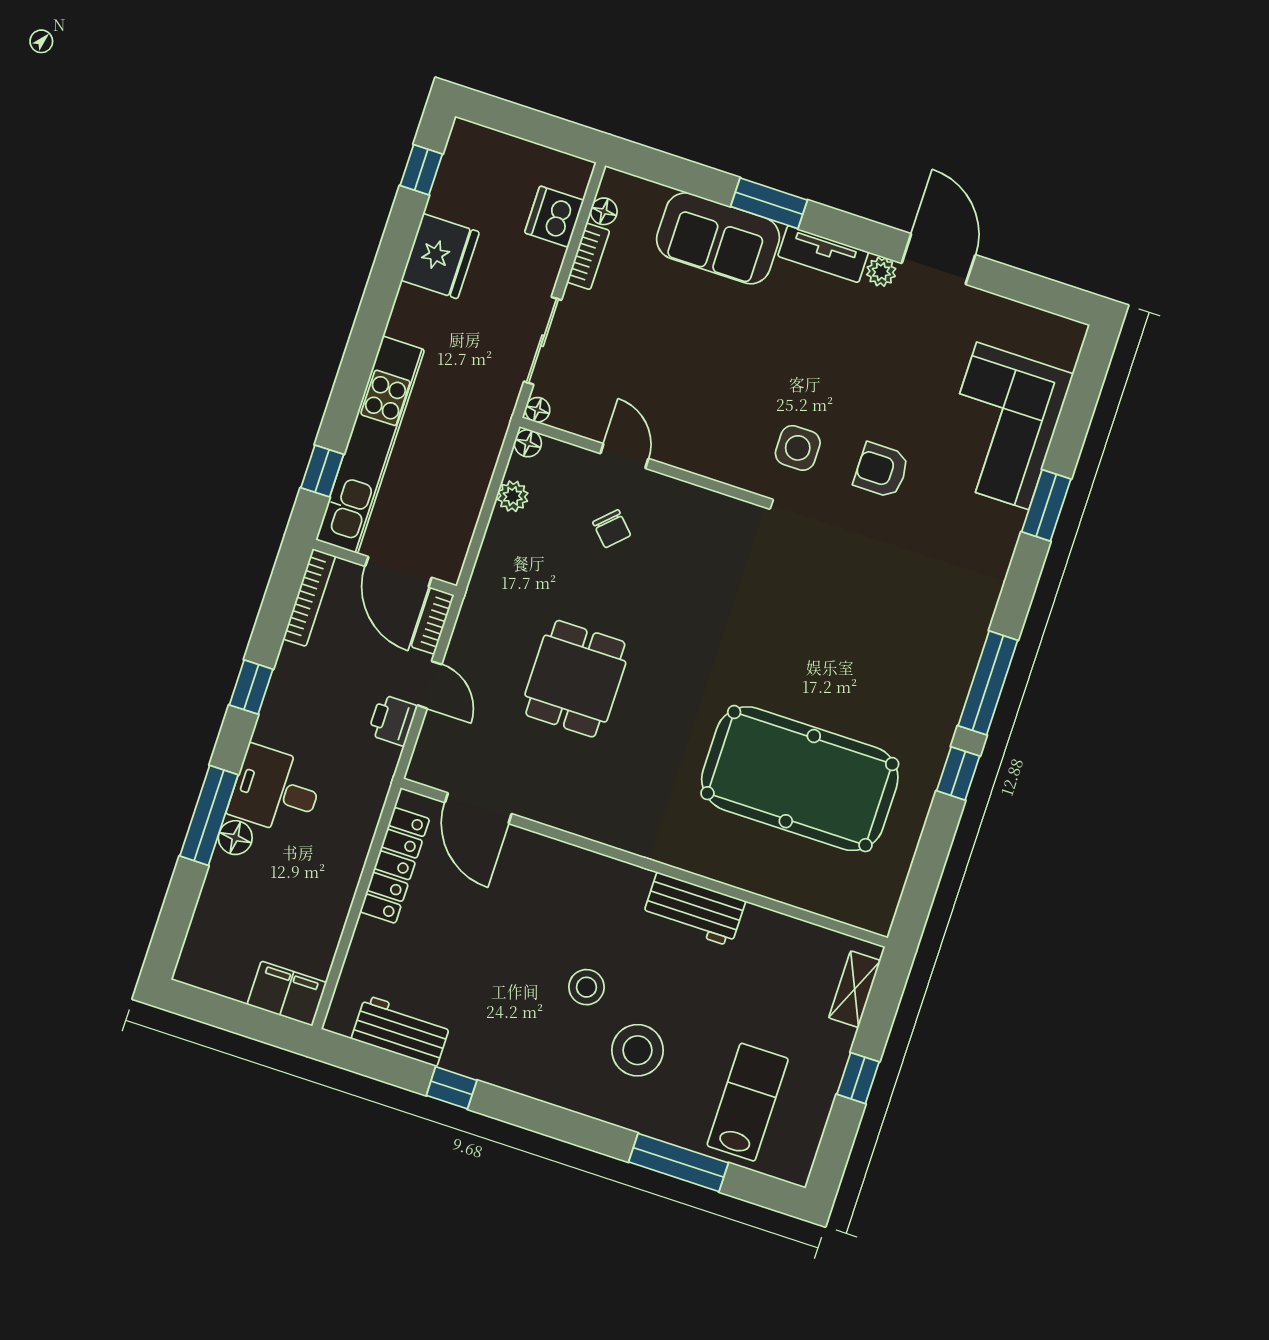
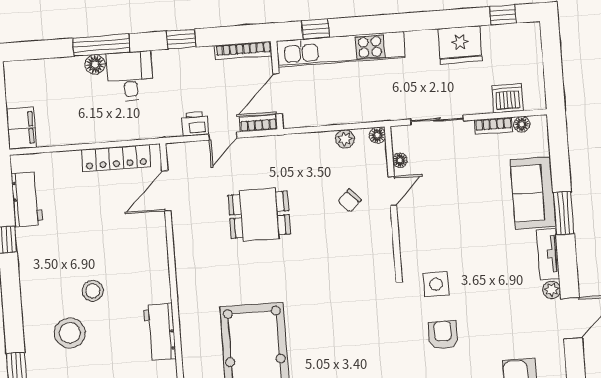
floor lamp: (537, 410) -> (400, 160), moved

